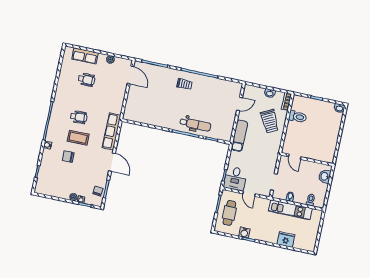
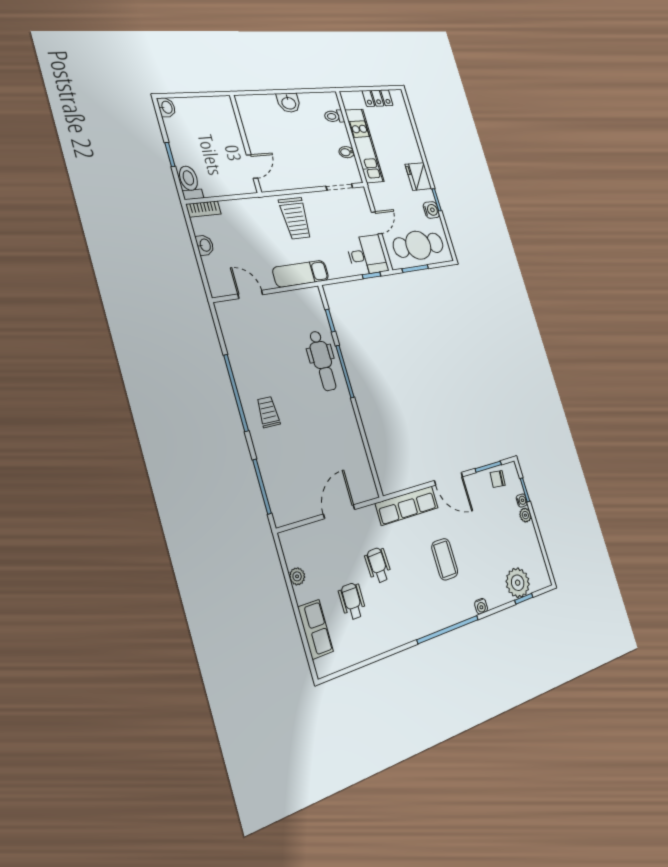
door: (130, 75) -> (339, 512), moved
wheelchair: (79, 117) -> (378, 565), moved
toilet: (298, 117) -> (190, 183), moved
trolley: (270, 121) -> (295, 218), moved, turned 117
dental chair: (195, 124) -> (322, 361), turned 180
chair: (68, 157) -> (479, 559), removed
door: (295, 157) -> (252, 166), moved
wall: (307, 159) -> (246, 144), moved
door: (112, 162) -> (449, 479), swing flipped
plant: (46, 173) -> (518, 583), added
cafe table: (229, 213) -> (418, 245), width x1.37, depth x1.35
locker: (313, 233) -> (378, 98), added
fridge: (286, 239) -> (418, 176), moved

